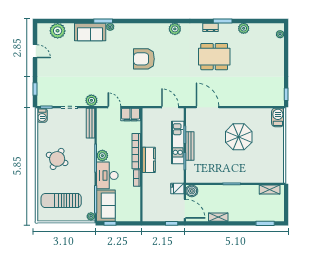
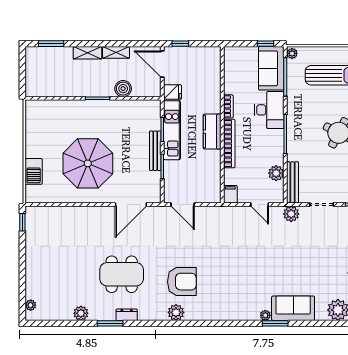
armchair: (144, 59) -> (182, 282), moved
door: (207, 107) -> (131, 205), hinge flipped
filing cabinet: (131, 114) -> (230, 194), width x0.50
barbecue: (278, 117) -> (34, 171), moved
parasol: (239, 137) -> (88, 163), width x1.36, depth x1.36
kitchen unit: (178, 142) -> (172, 130), moved
plant: (102, 156) -> (276, 173), moved
shelving: (270, 190) -> (87, 53), moved
boiler: (192, 191) -> (123, 89), moved

